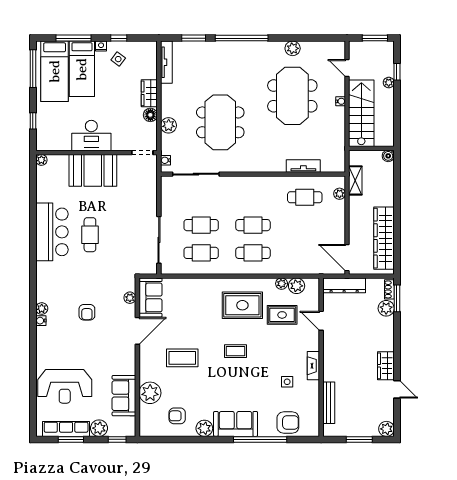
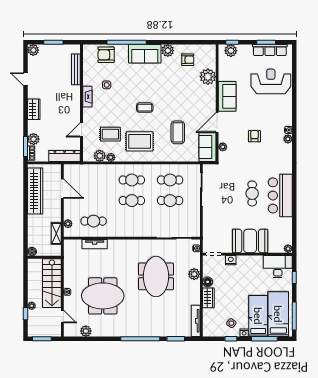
plant: (293, 48) -> (86, 331), moved
meeting table: (292, 96) -> (103, 296), turned 90
desk: (91, 136) -> (278, 267), moved
nightstand: (119, 144) -> (231, 260), added
door: (347, 258) -> (62, 189), moved
door: (321, 321) -> (82, 130), swing flipped
coffee table: (182, 358) -> (178, 132), moved, turned 90
wardrobe: (386, 366) -> (34, 109), moved
sofa: (124, 396) -> (227, 96), moved
plant: (99, 428) -> (231, 51), moved

